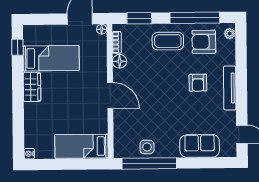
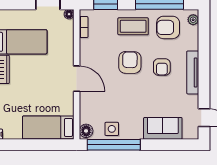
floor lamp: (120, 61) -> (86, 131), moved
armchair: (165, 78) -> (130, 62), added

